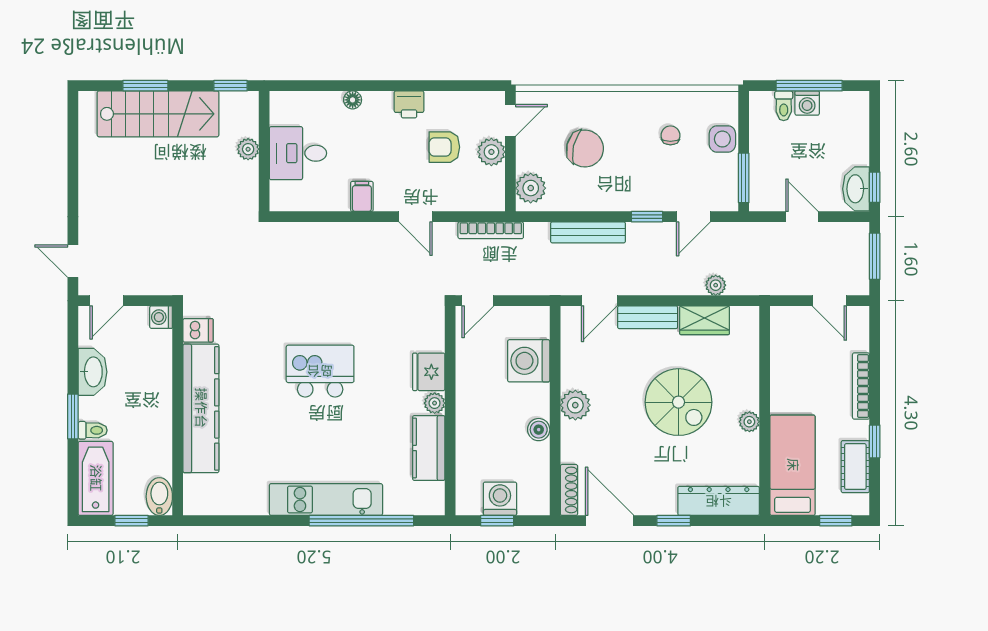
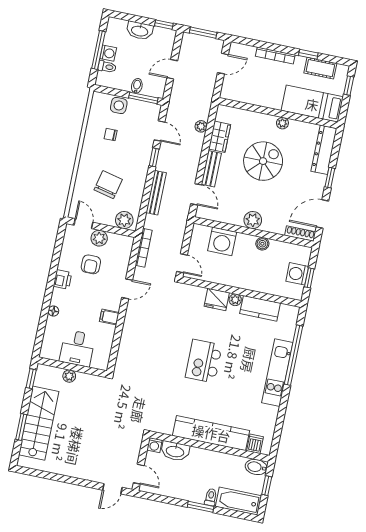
bidet: (762, 163) -> (137, 86), added
washbasin: (856, 189) -> (140, 31), moved
dishwasher: (198, 330) -> (255, 444), moved
washbasin: (92, 372) -> (175, 451), moved, turned 180

